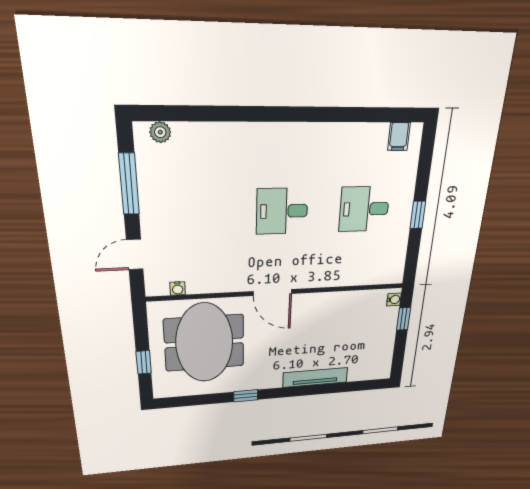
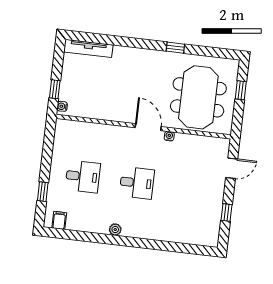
plant: (160, 132) -> (115, 230), moved
window: (129, 184) -> (226, 212), width x0.46
window: (418, 215) -> (43, 192), moved
water cooler: (178, 288) -> (169, 136), moved
tv unit: (315, 377) -> (88, 48), moved

